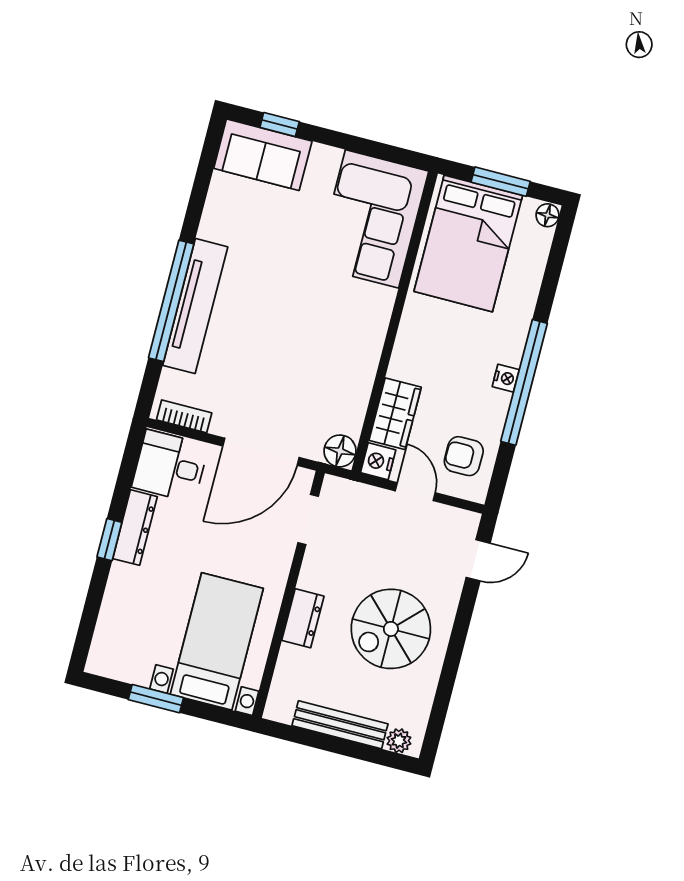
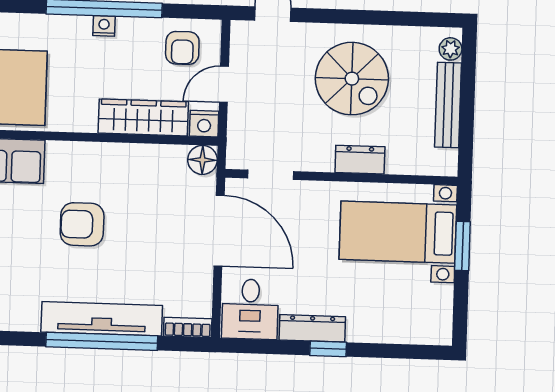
armchair: (300, 308) -> (82, 224), added
wardrobe: (395, 414) -> (143, 117), width x1.50
bookcase: (184, 416) -> (188, 327), moved, turned 90
window: (156, 699) -> (462, 246), moved

